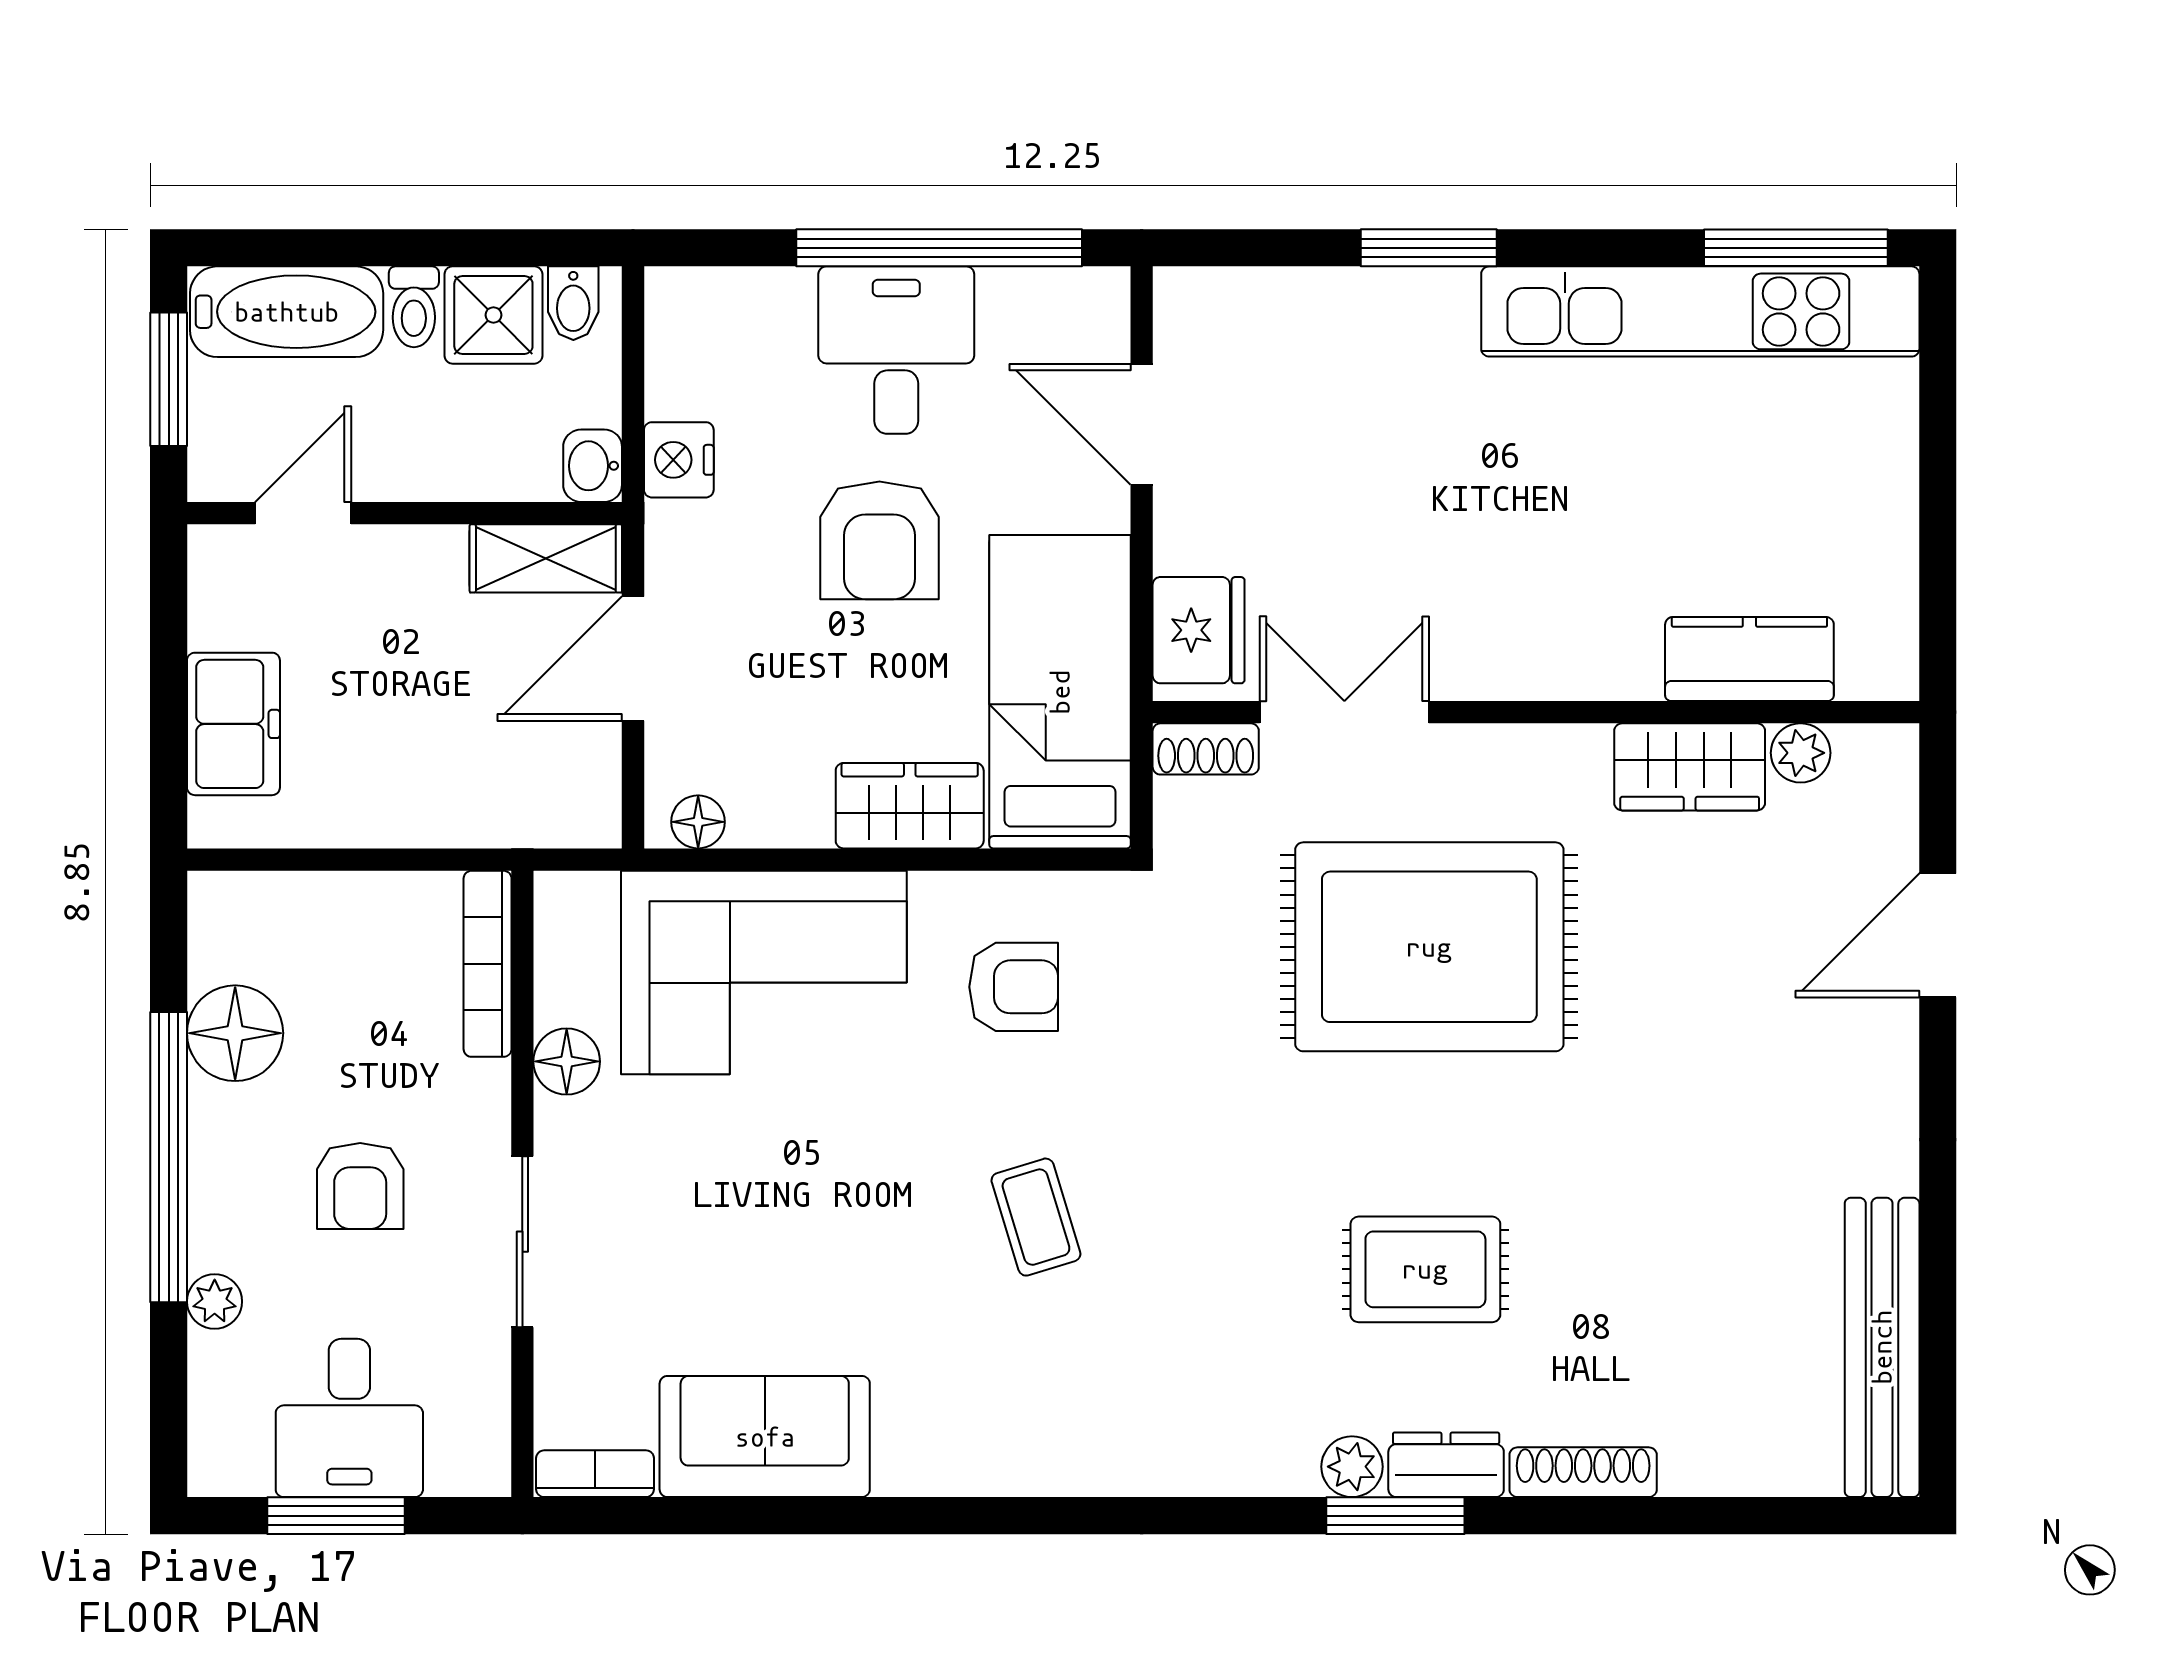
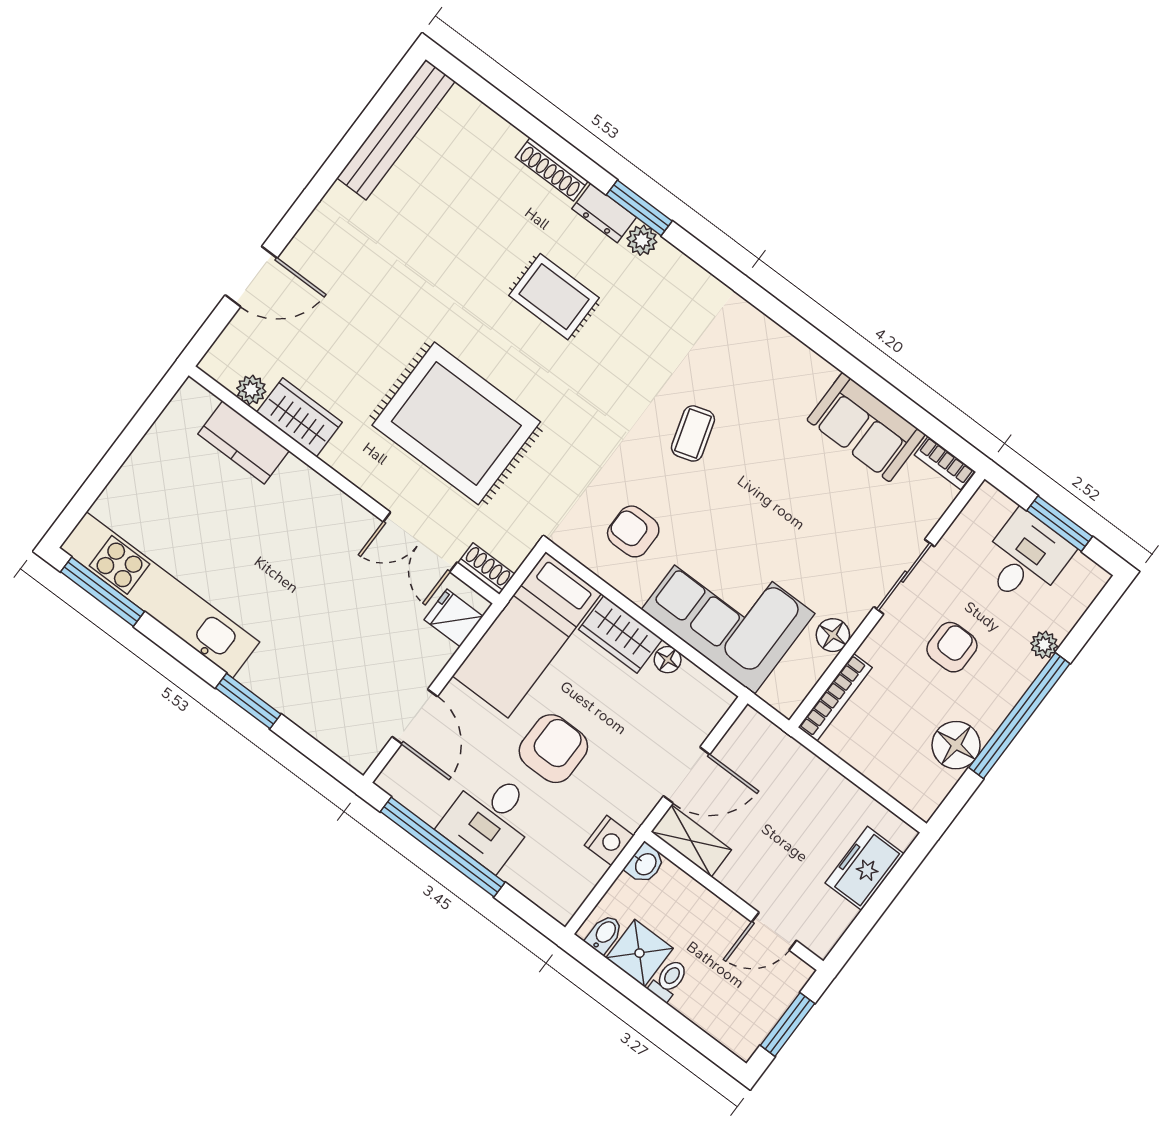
bathtub: (287, 312) -> (721, 1016), removed
fridge: (1199, 630) -> (454, 618), width x0.72
floor lamp: (698, 822) -> (668, 660), moved

